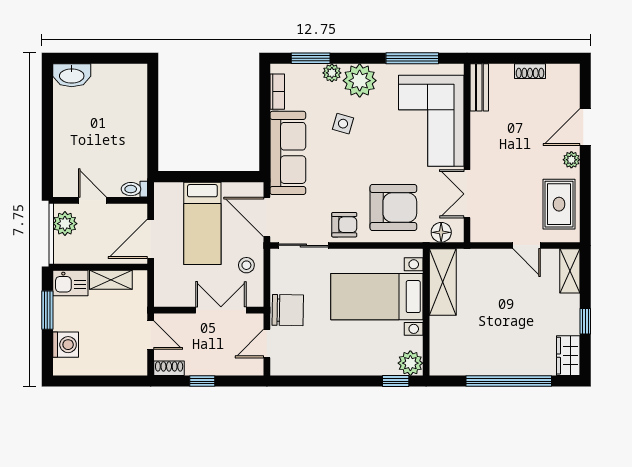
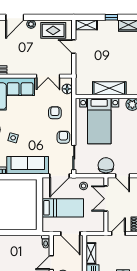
door: (585, 127) -> (15, 17), hinge flipped
armchair: (393, 208) -> (55, 113), width x0.53, depth x0.53
door: (527, 245) -> (74, 46), swing flipped
shelving: (443, 282) -> (109, 88), moved

